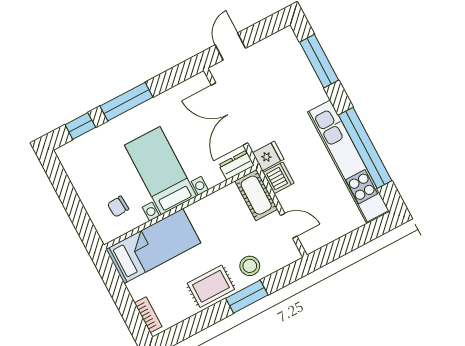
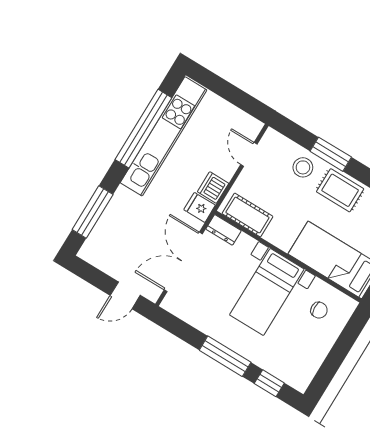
double door: (230, 114) -> (183, 262), swing flipped
cot: (256, 195) -> (247, 215), moved, turned 90

